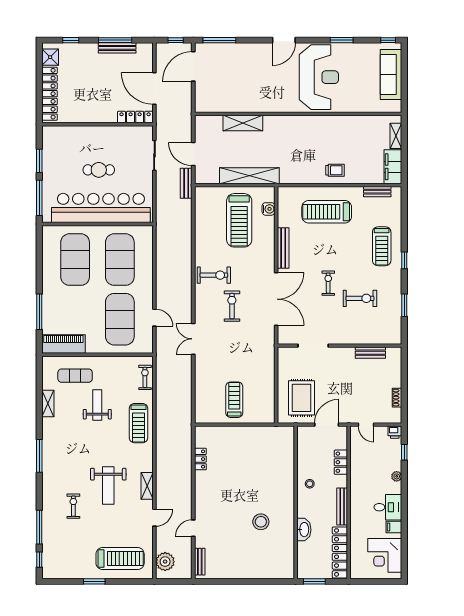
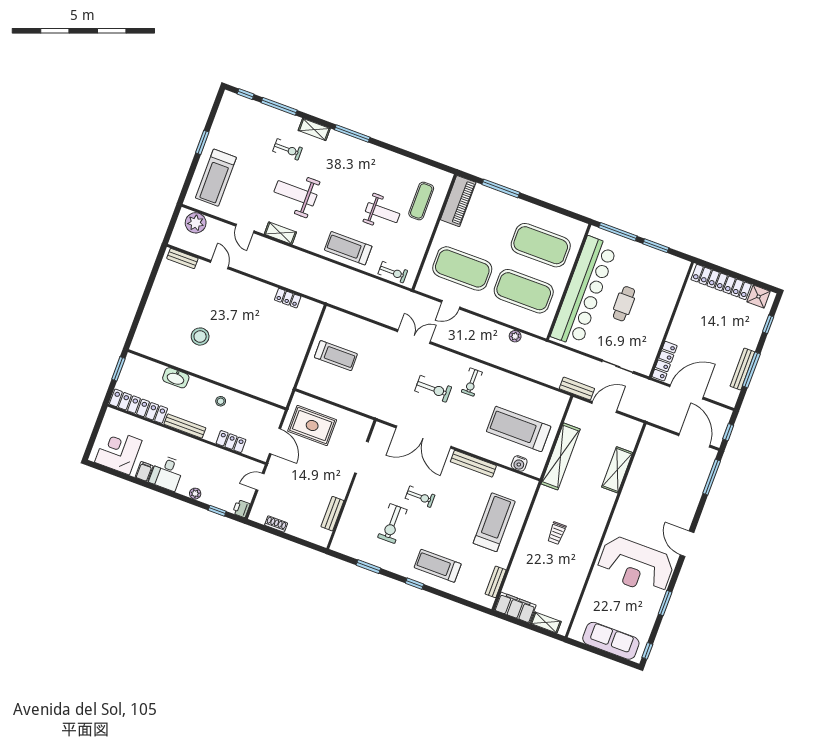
trolley: (335, 170) -> (557, 533), moved
plant: (161, 253) -> (515, 336), added
exercise bike: (214, 275) -> (472, 382), width x0.73, depth x0.72
shelving: (48, 404) -> (314, 129), moved

